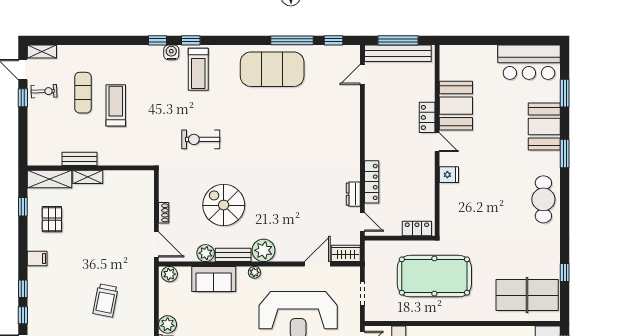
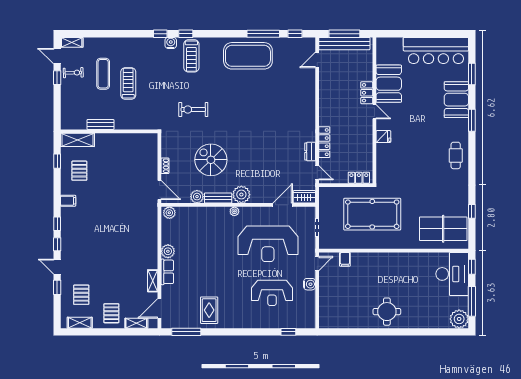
bar counter: (529, 62) -> (436, 50), width x1.36
shelving: (88, 177) -> (107, 138), removed
cafe table: (543, 199) -> (456, 155), width x0.73, depth x0.74
sofa: (214, 279) -> (203, 216), removed
trolley: (106, 300) -> (120, 233), removed

